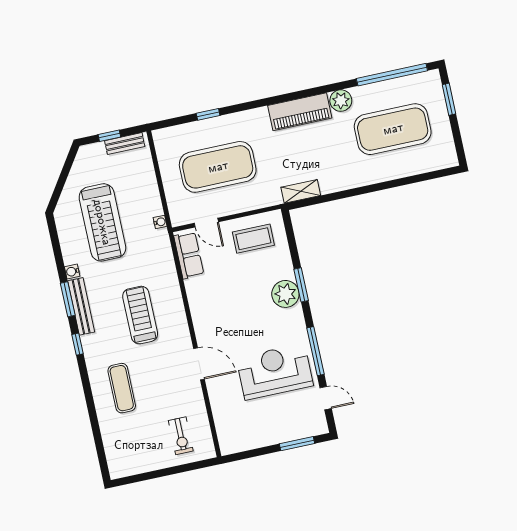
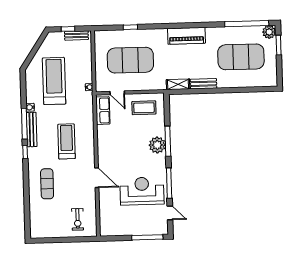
plant: (341, 101) -> (269, 32), moved
bench: (341, 183) -> (203, 84), added
treadmill: (102, 222) -> (54, 81), turned 180
window: (301, 285) -> (168, 141), width x1.44
window: (68, 299) -> (24, 124), width x1.44
window: (297, 444) -> (147, 237), width x1.44

